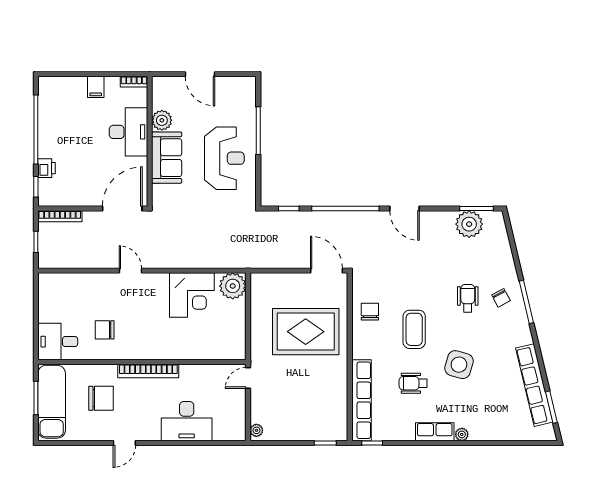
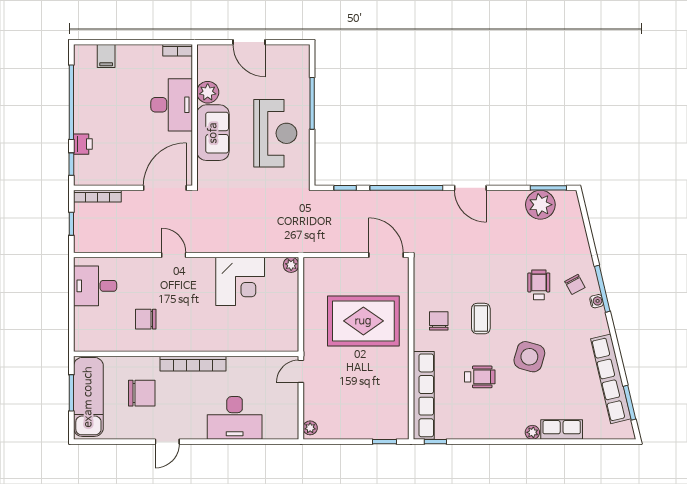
filing cabinet: (96, 87) -> (106, 56), moved
plant: (233, 286) -> (291, 265), width x0.53, depth x0.53
chair: (370, 312) -> (439, 321), moved
water cooler: (521, 313) -> (597, 301), added
coffee table: (414, 329) -> (481, 319), width x0.73, depth x0.77
desk: (58, 342) -> (95, 286), moved
wheelchair: (413, 383) -> (480, 377), turned 180
row of seats: (435, 432) -> (562, 430), moved

